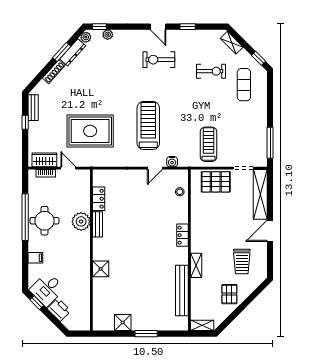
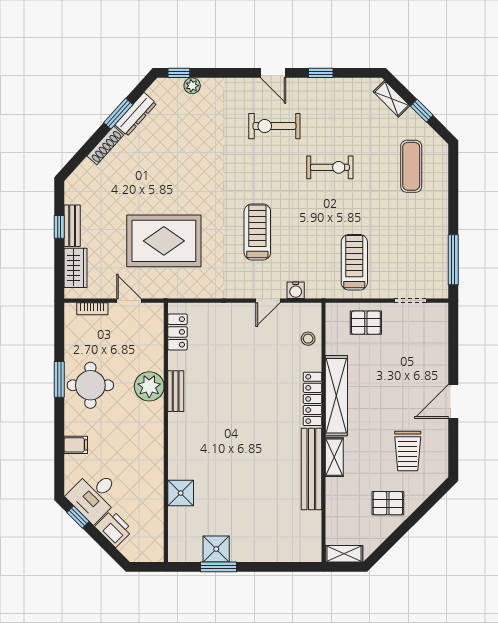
plant: (86, 37) -> (157, 90), removed
window: (259, 58) -> (422, 111), moved
exercise bike: (211, 71) -> (330, 167), moved
bench: (33, 108) -> (72, 226), moved
treadmill: (148, 125) -> (257, 232), width x0.73, depth x0.73
wardrobe: (44, 160) -> (75, 268), moved, turned 90
pallet: (216, 182) -> (366, 323), width x0.67, depth x0.71
shelving: (260, 194) -> (336, 396), moved
locker: (99, 199) -> (178, 332), moved
window: (25, 217) -> (59, 379), width x0.47
locker: (182, 235) -> (312, 399), width x1.53
shower: (101, 269) -> (181, 493), moved
bench: (182, 290) -> (311, 469), moved
pallet: (229, 294) -> (388, 503), turned 90
window: (146, 334) -> (219, 567), moved

